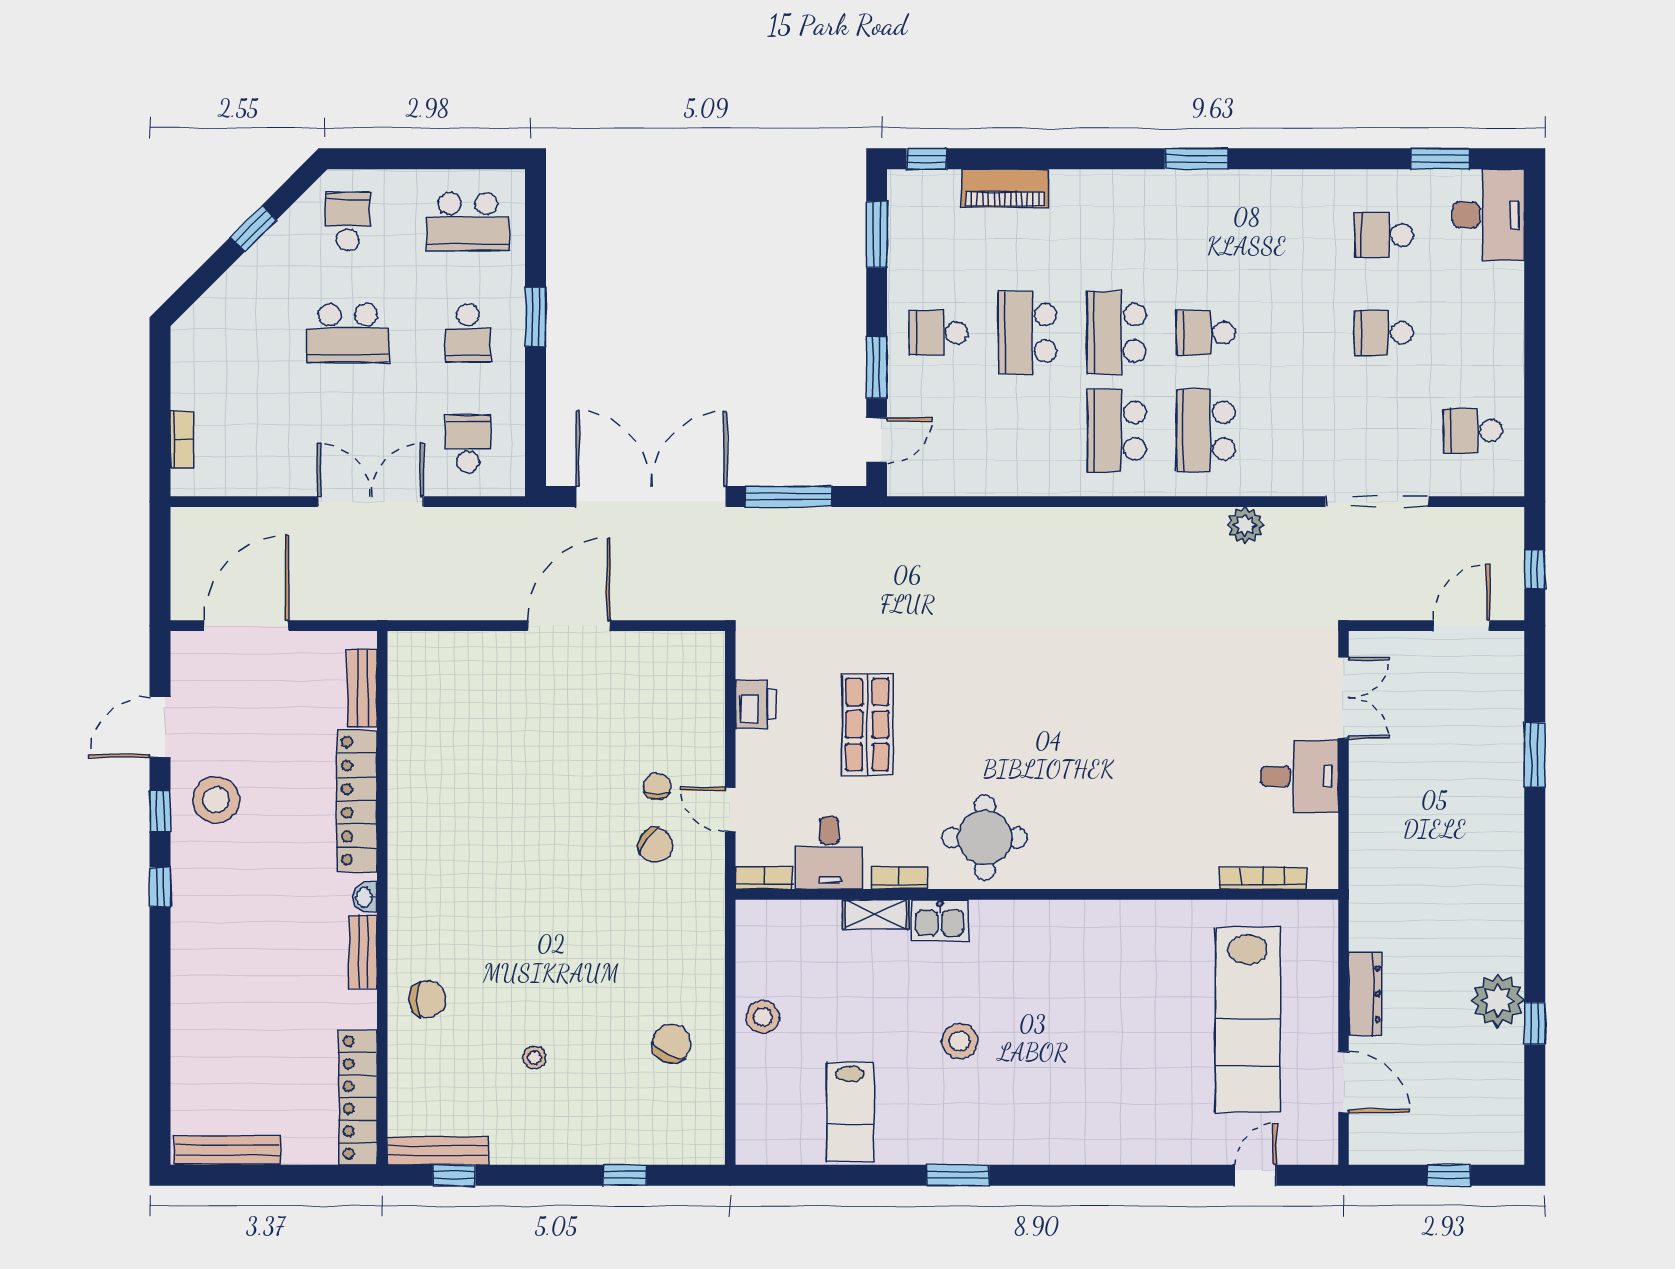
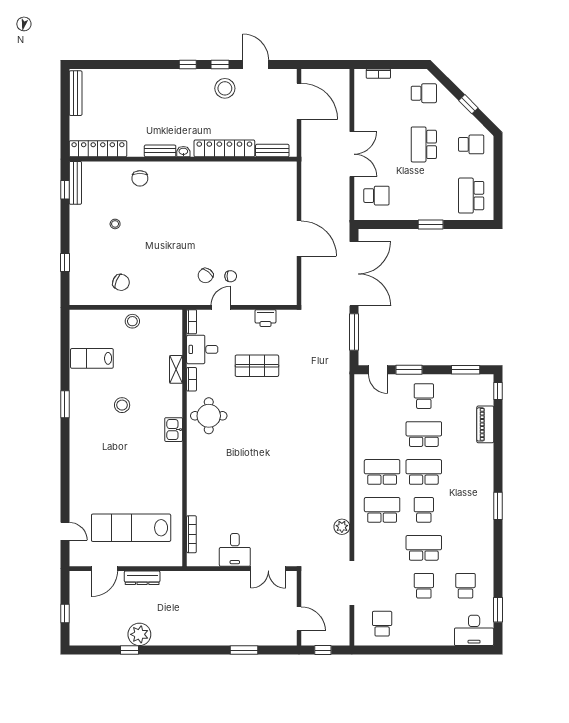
school desk: (468, 333) -> (424, 93), moved, turned 180
school desk: (1295, 333) -> (424, 548), added
kitchen sink: (940, 920) -> (174, 430), moved

